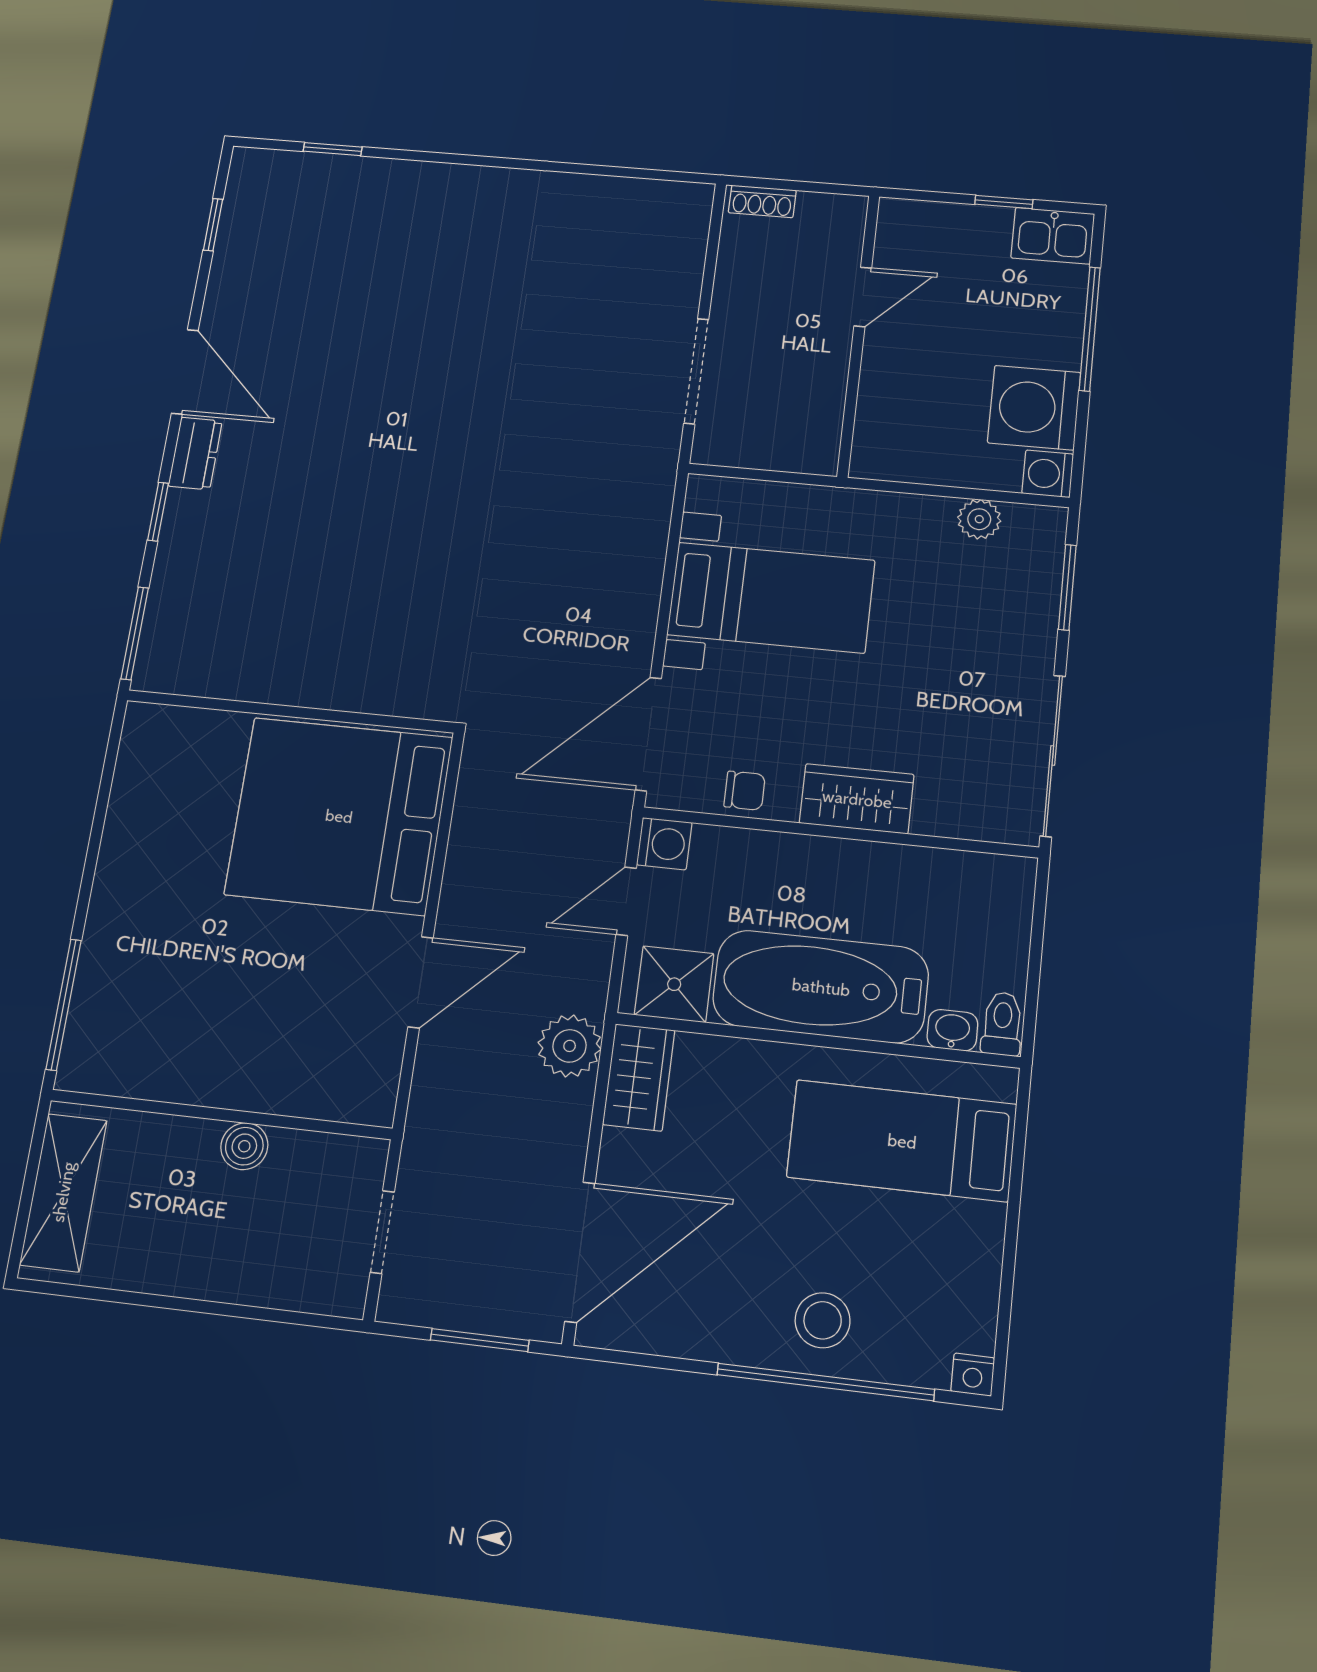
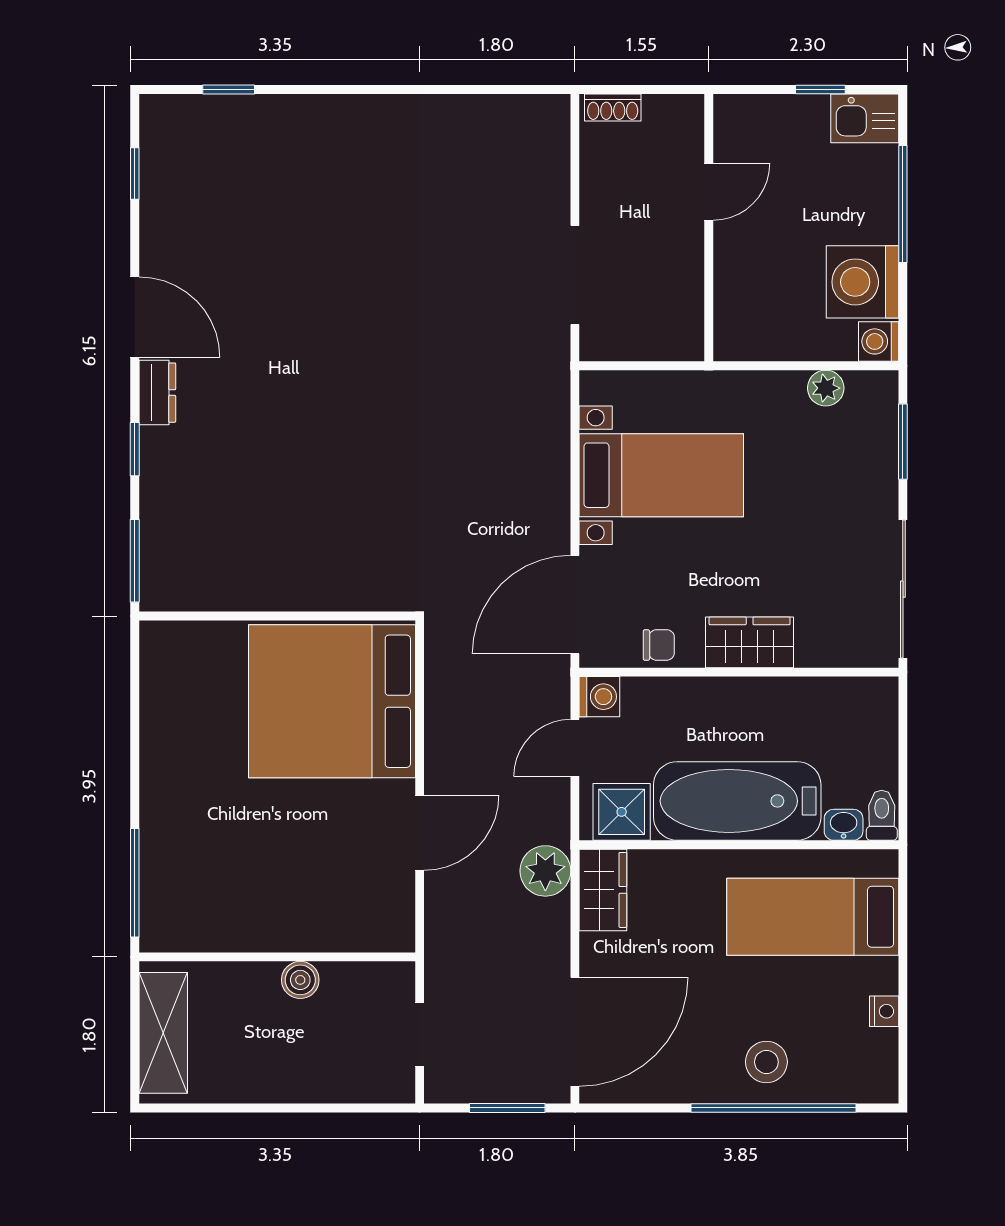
nightstand: (973, 1375) -> (884, 1011), moved, turned -90

